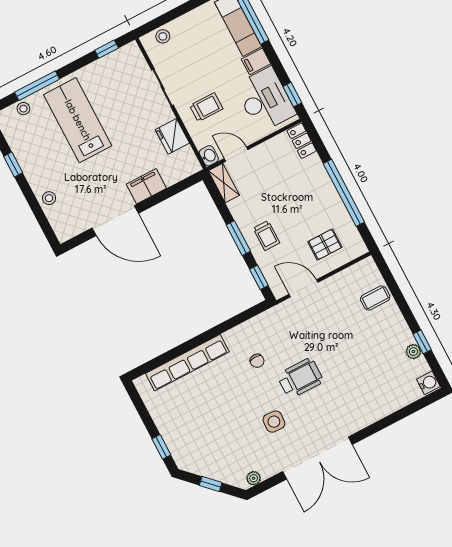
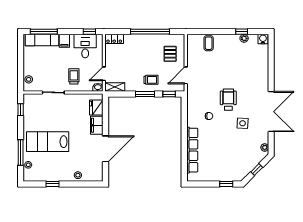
desk: (265, 100) -> (85, 46), width x0.73
fridge: (172, 136) -> (96, 108), moved, turned 90

